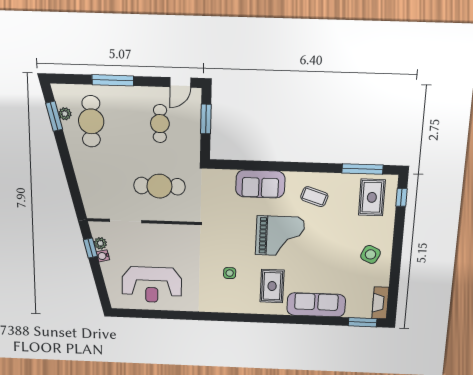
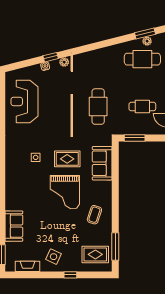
window: (206, 119) -> (135, 138), moved
sofa: (260, 184) -> (102, 163), moved
window: (401, 197) -> (70, 275), moved
plant: (100, 243) -> (64, 62), moved
rug: (272, 286) -> (67, 159), moved
fireplace: (380, 303) -> (28, 266), moved
sofa: (316, 305) -> (14, 226), width x0.73

